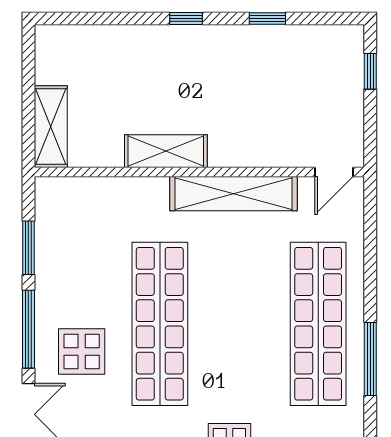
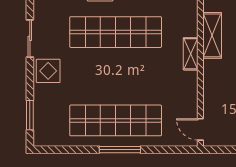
shelving: (234, 194) -> (191, 54), width x0.45, depth x0.75
window: (370, 359) -> (120, 150), moved

